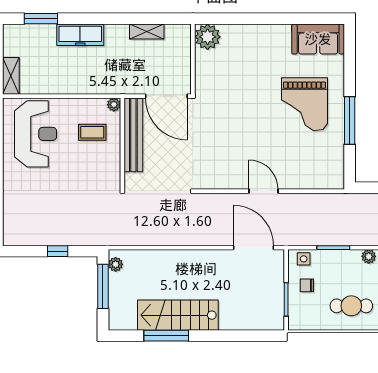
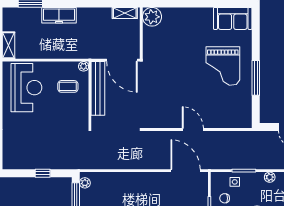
shelving: (147, 32) -> (125, 13), moved
side table: (304, 259) -> (235, 182), moved

